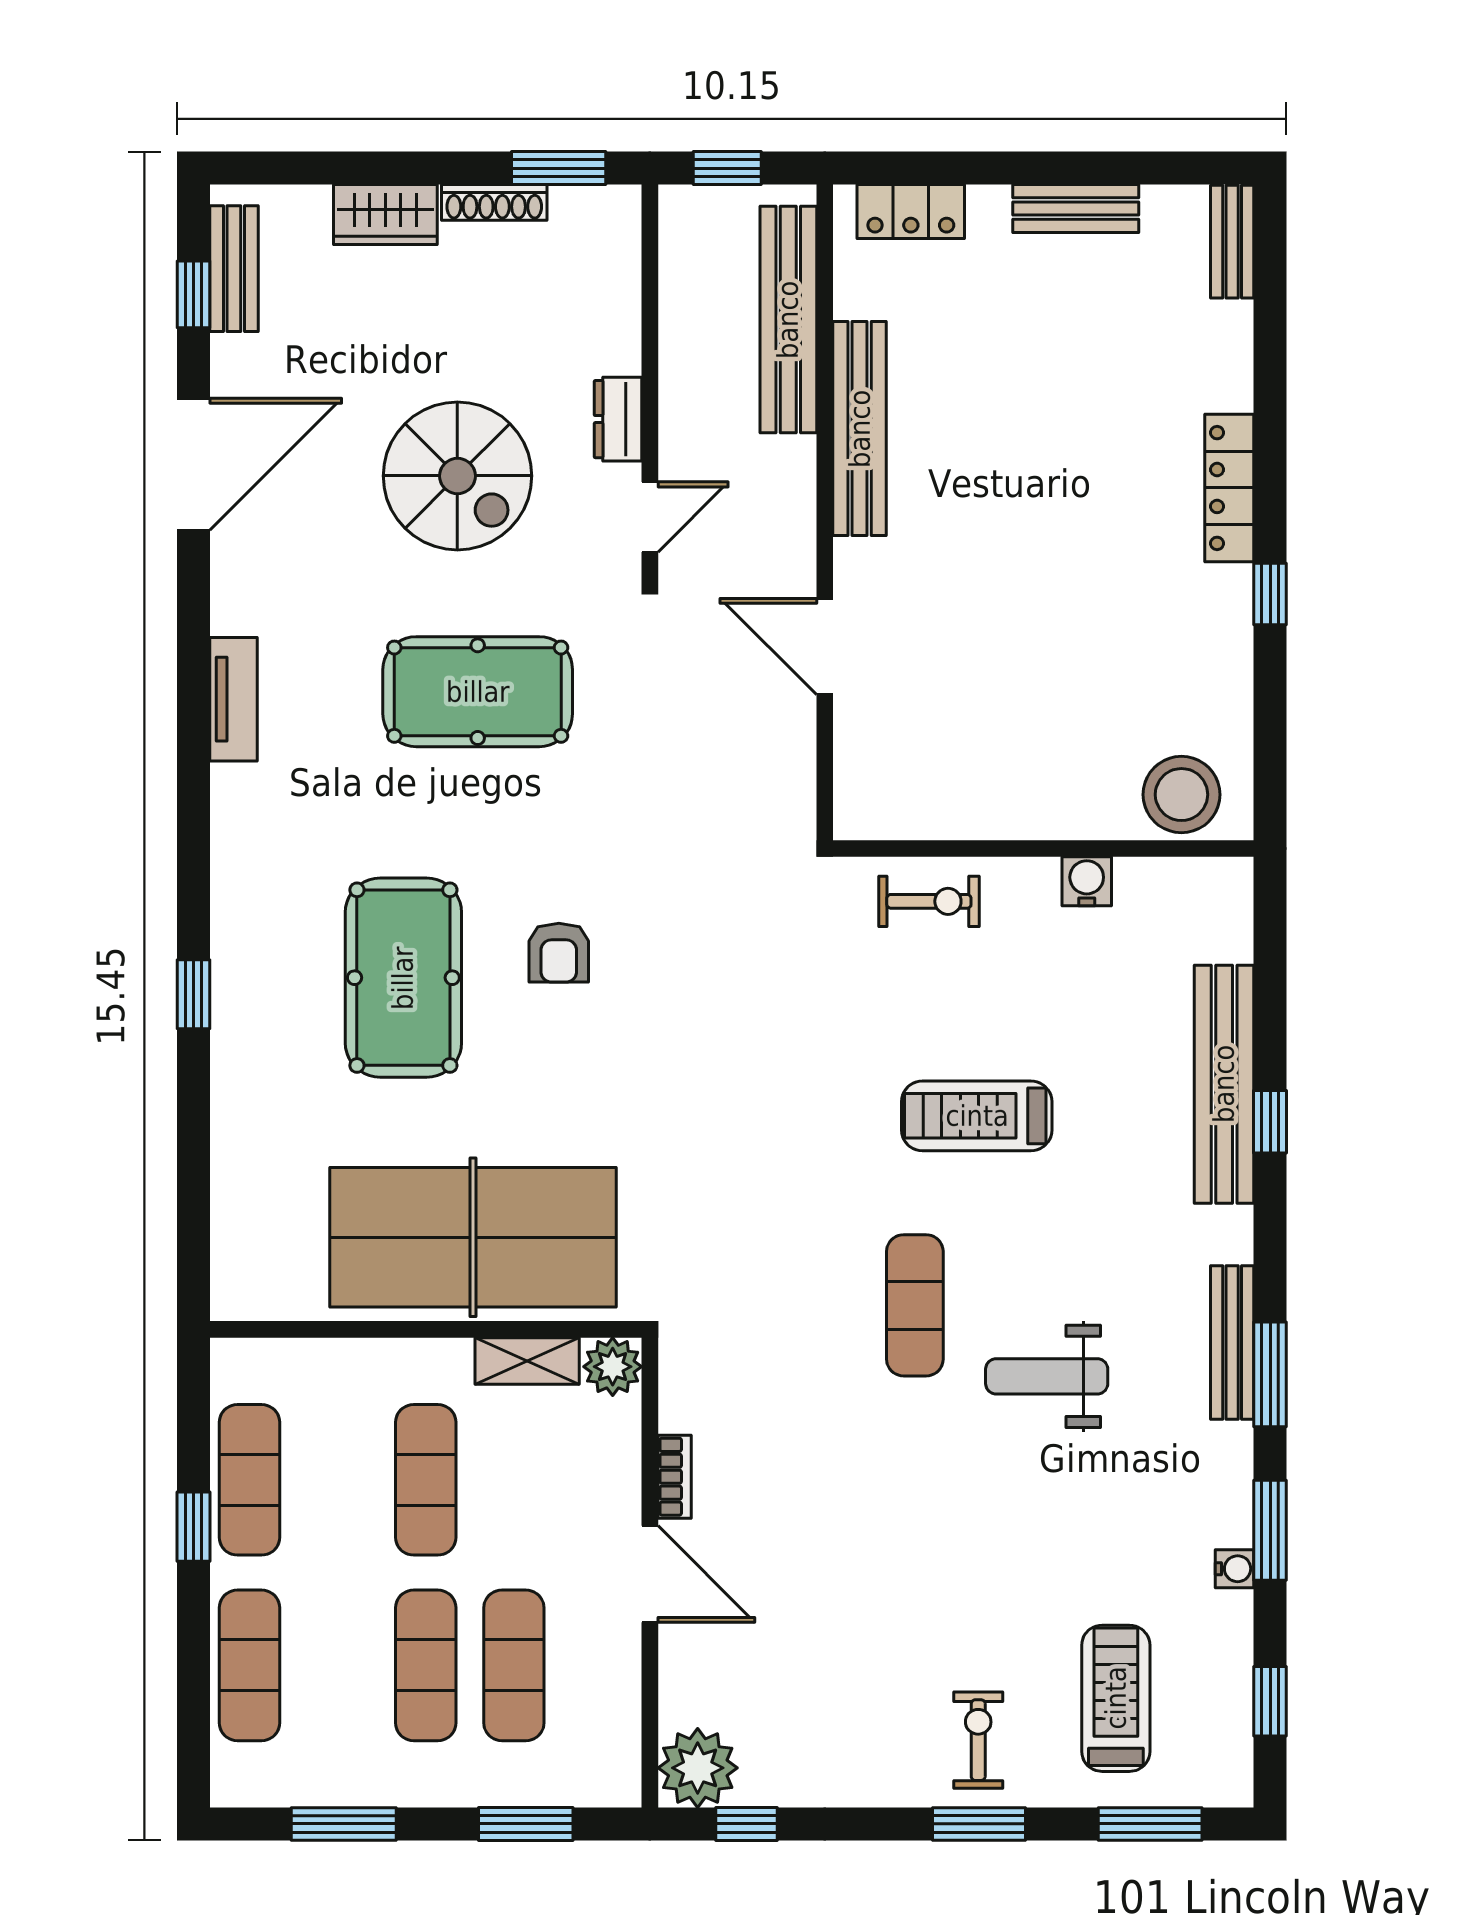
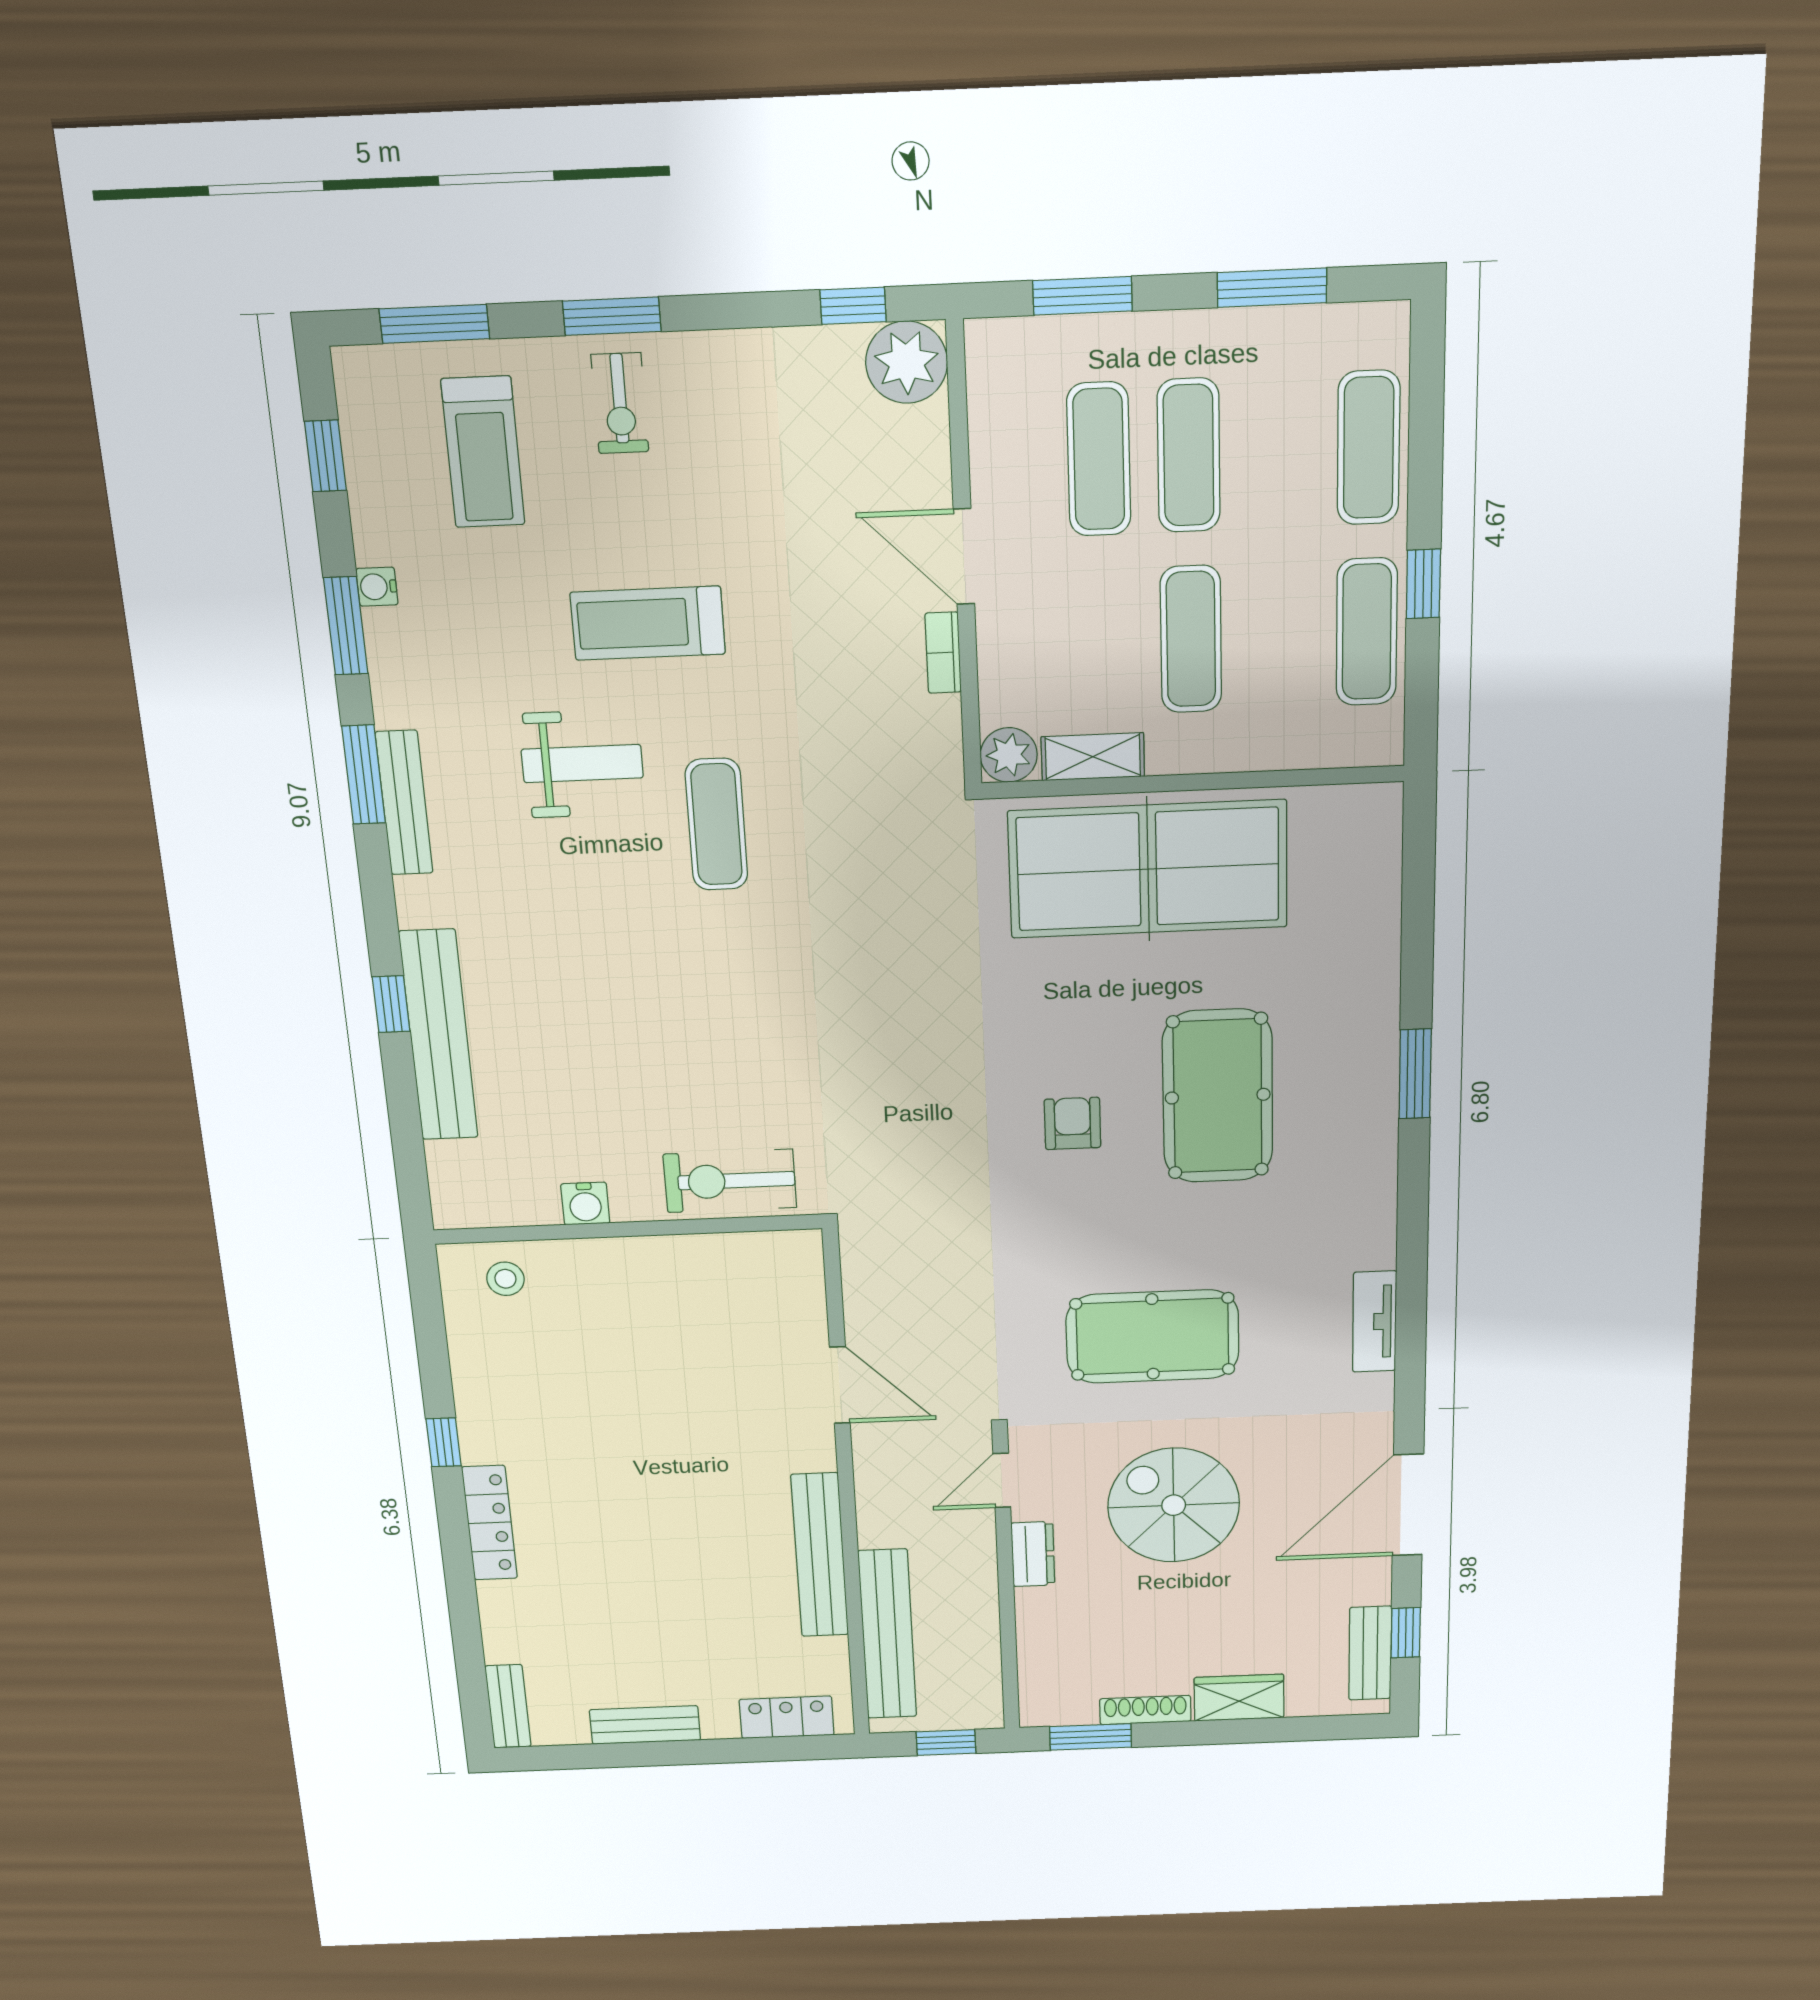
stool: (1181, 795) -> (505, 1279), width x0.53, depth x0.53
exercise bike: (929, 901) -> (730, 1181), width x1.38, depth x1.39
window: (193, 994) -> (1415, 1074), width x1.50
treadmill: (977, 1116) -> (648, 623), moved, turned 180

